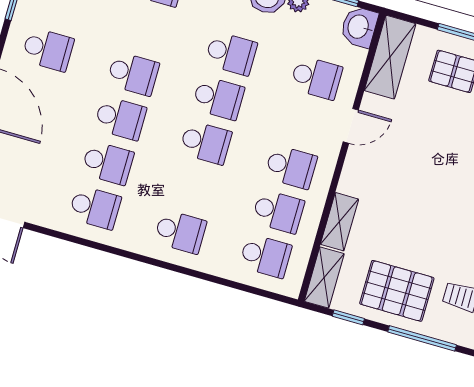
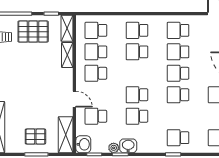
door: (351, 126) -> (74, 99), swing flipped
school desk: (206, 143) -> (137, 52), moved

